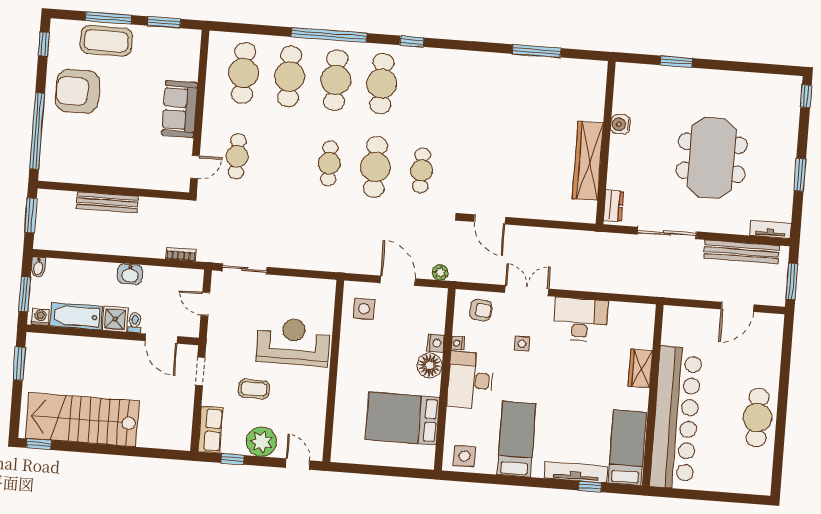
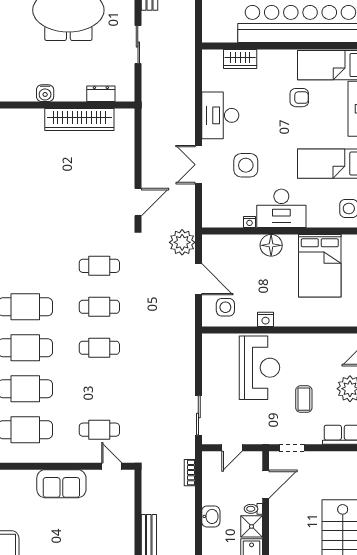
cafe table: (375, 167) -> (99, 307), width x0.73, depth x0.74
dresser: (613, 206) -> (101, 94), moved
sliding door: (667, 233) -> (138, 45), width x0.73
plant: (440, 272) -> (182, 242), width x1.87, depth x1.87
door: (398, 281) -> (198, 279), swing flipped
armchair: (481, 310) -> (299, 98), moved, turned 85
reception desk: (293, 342) -> (260, 368), turned 180
nightstand: (436, 343) -> (266, 319), moved, turned 180
side table: (522, 344) -> (246, 165), width x1.87, depth x1.87
wardrobe: (640, 368) -> (240, 59), moved

